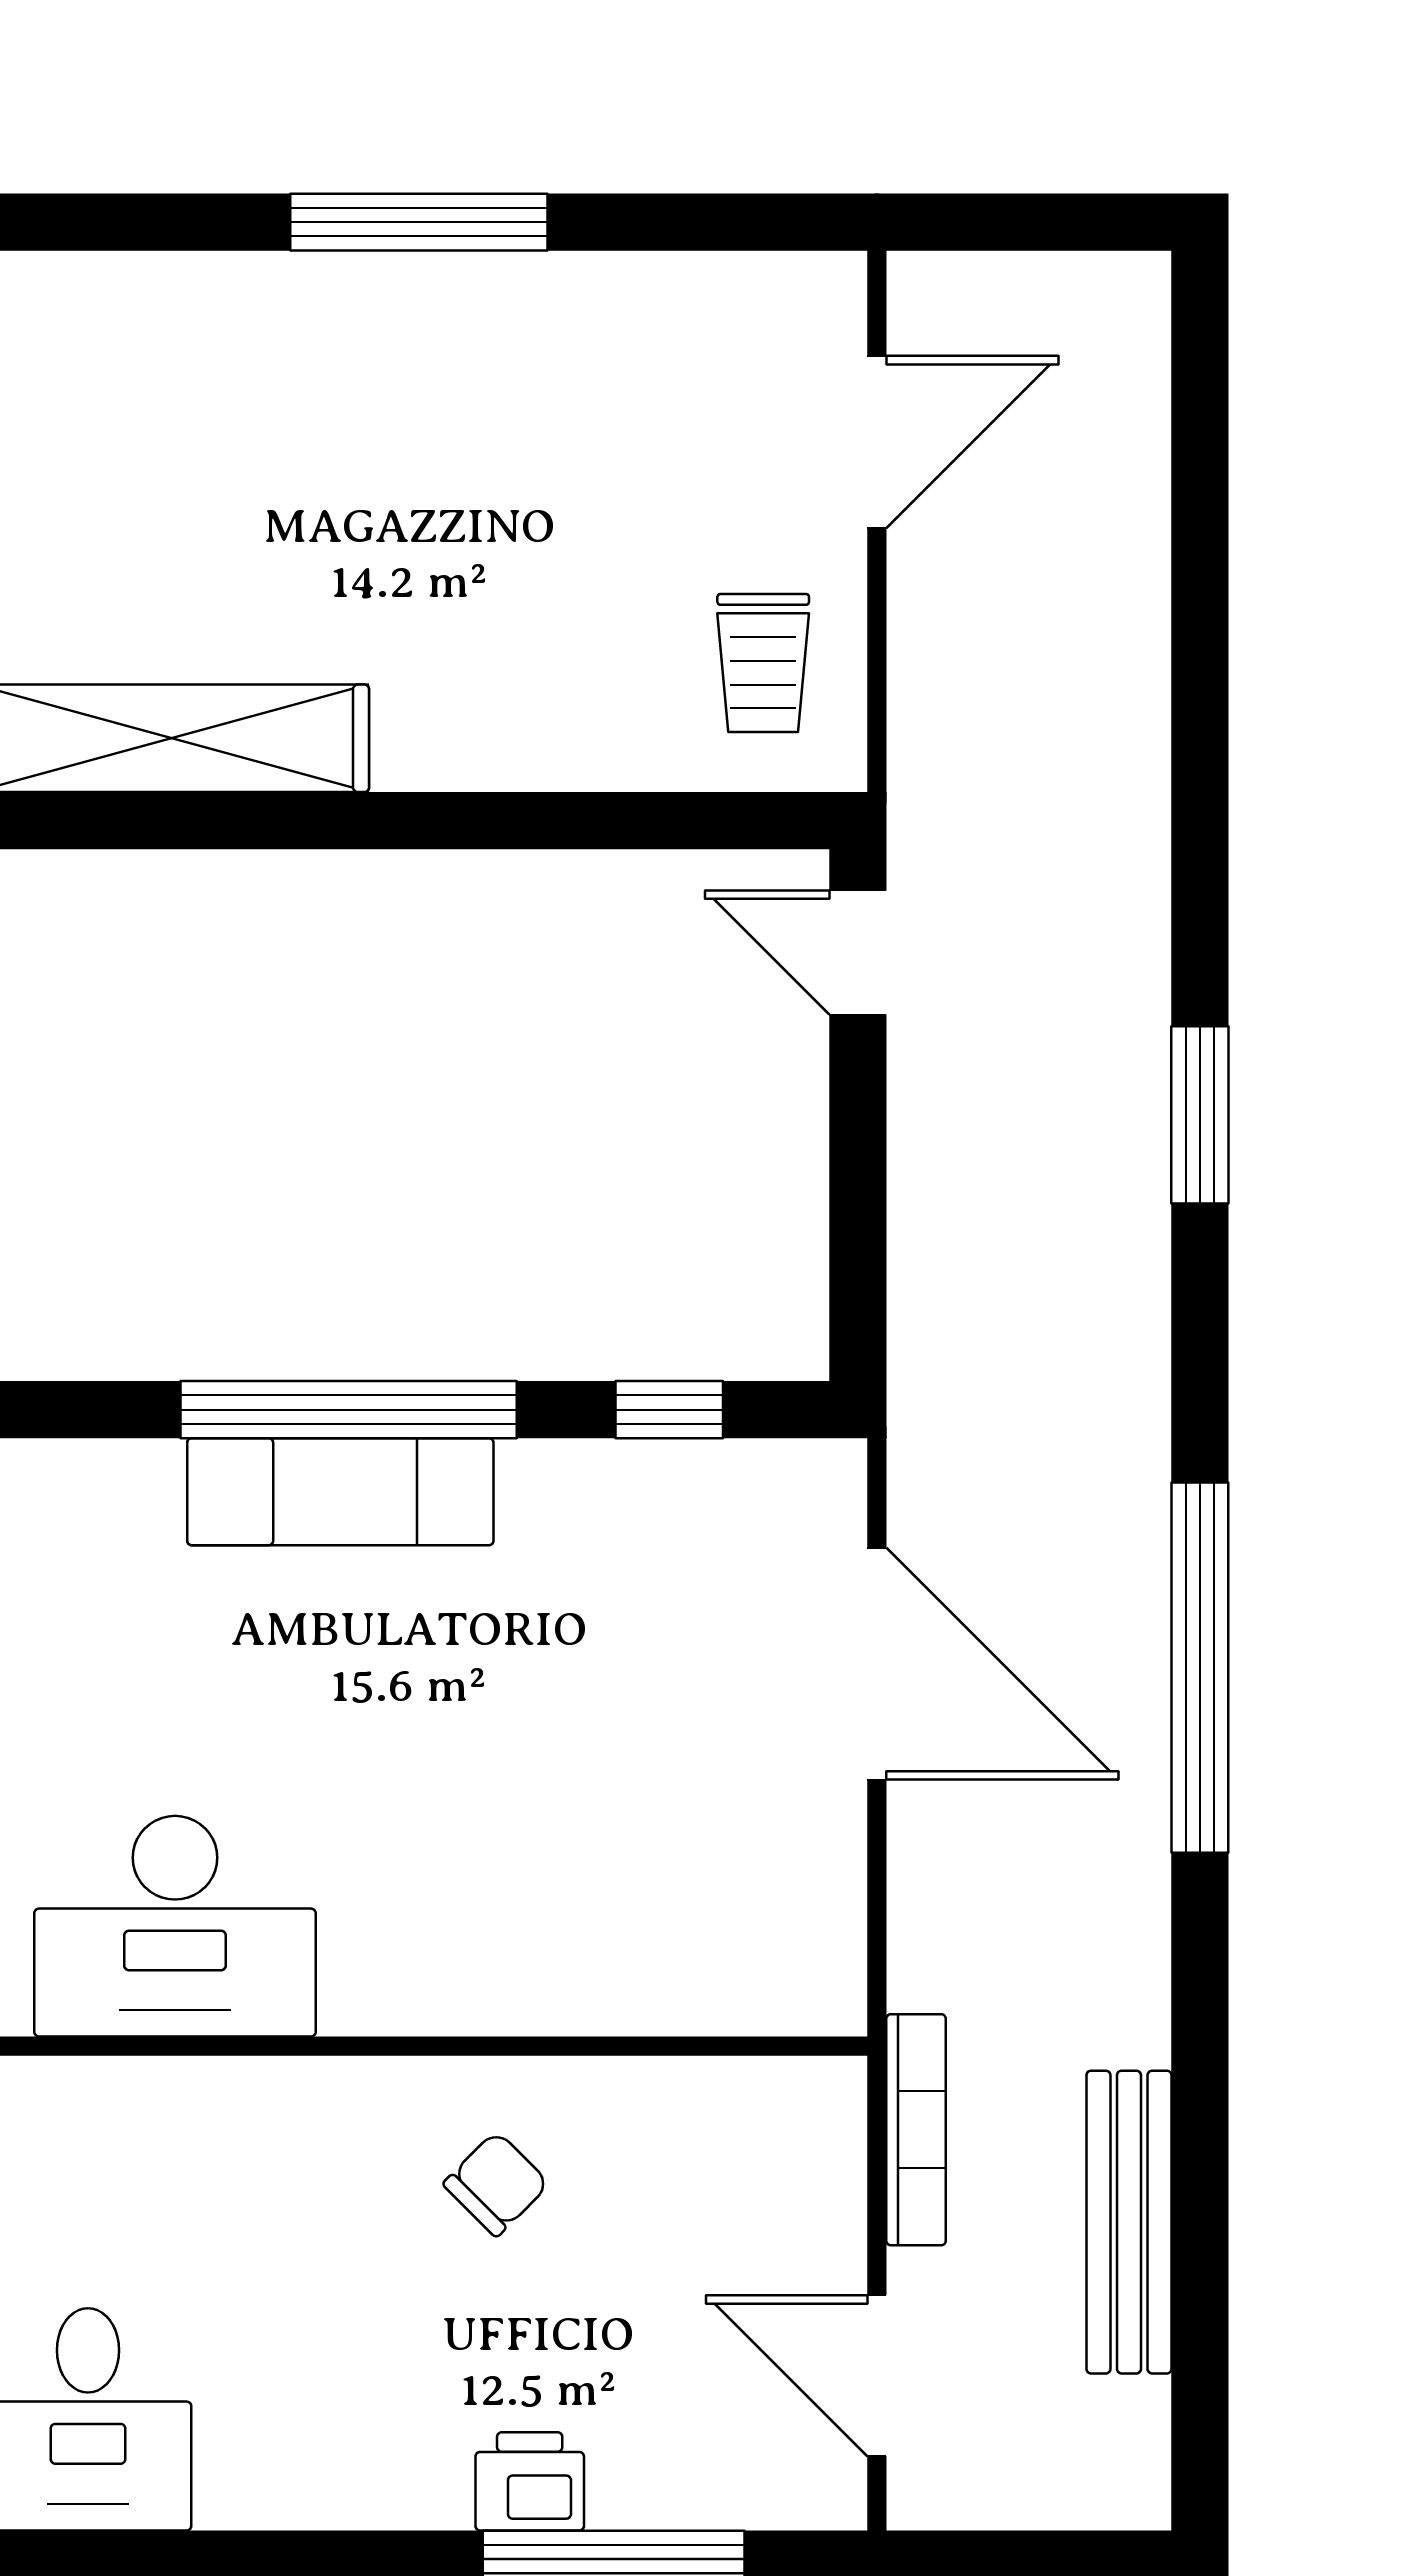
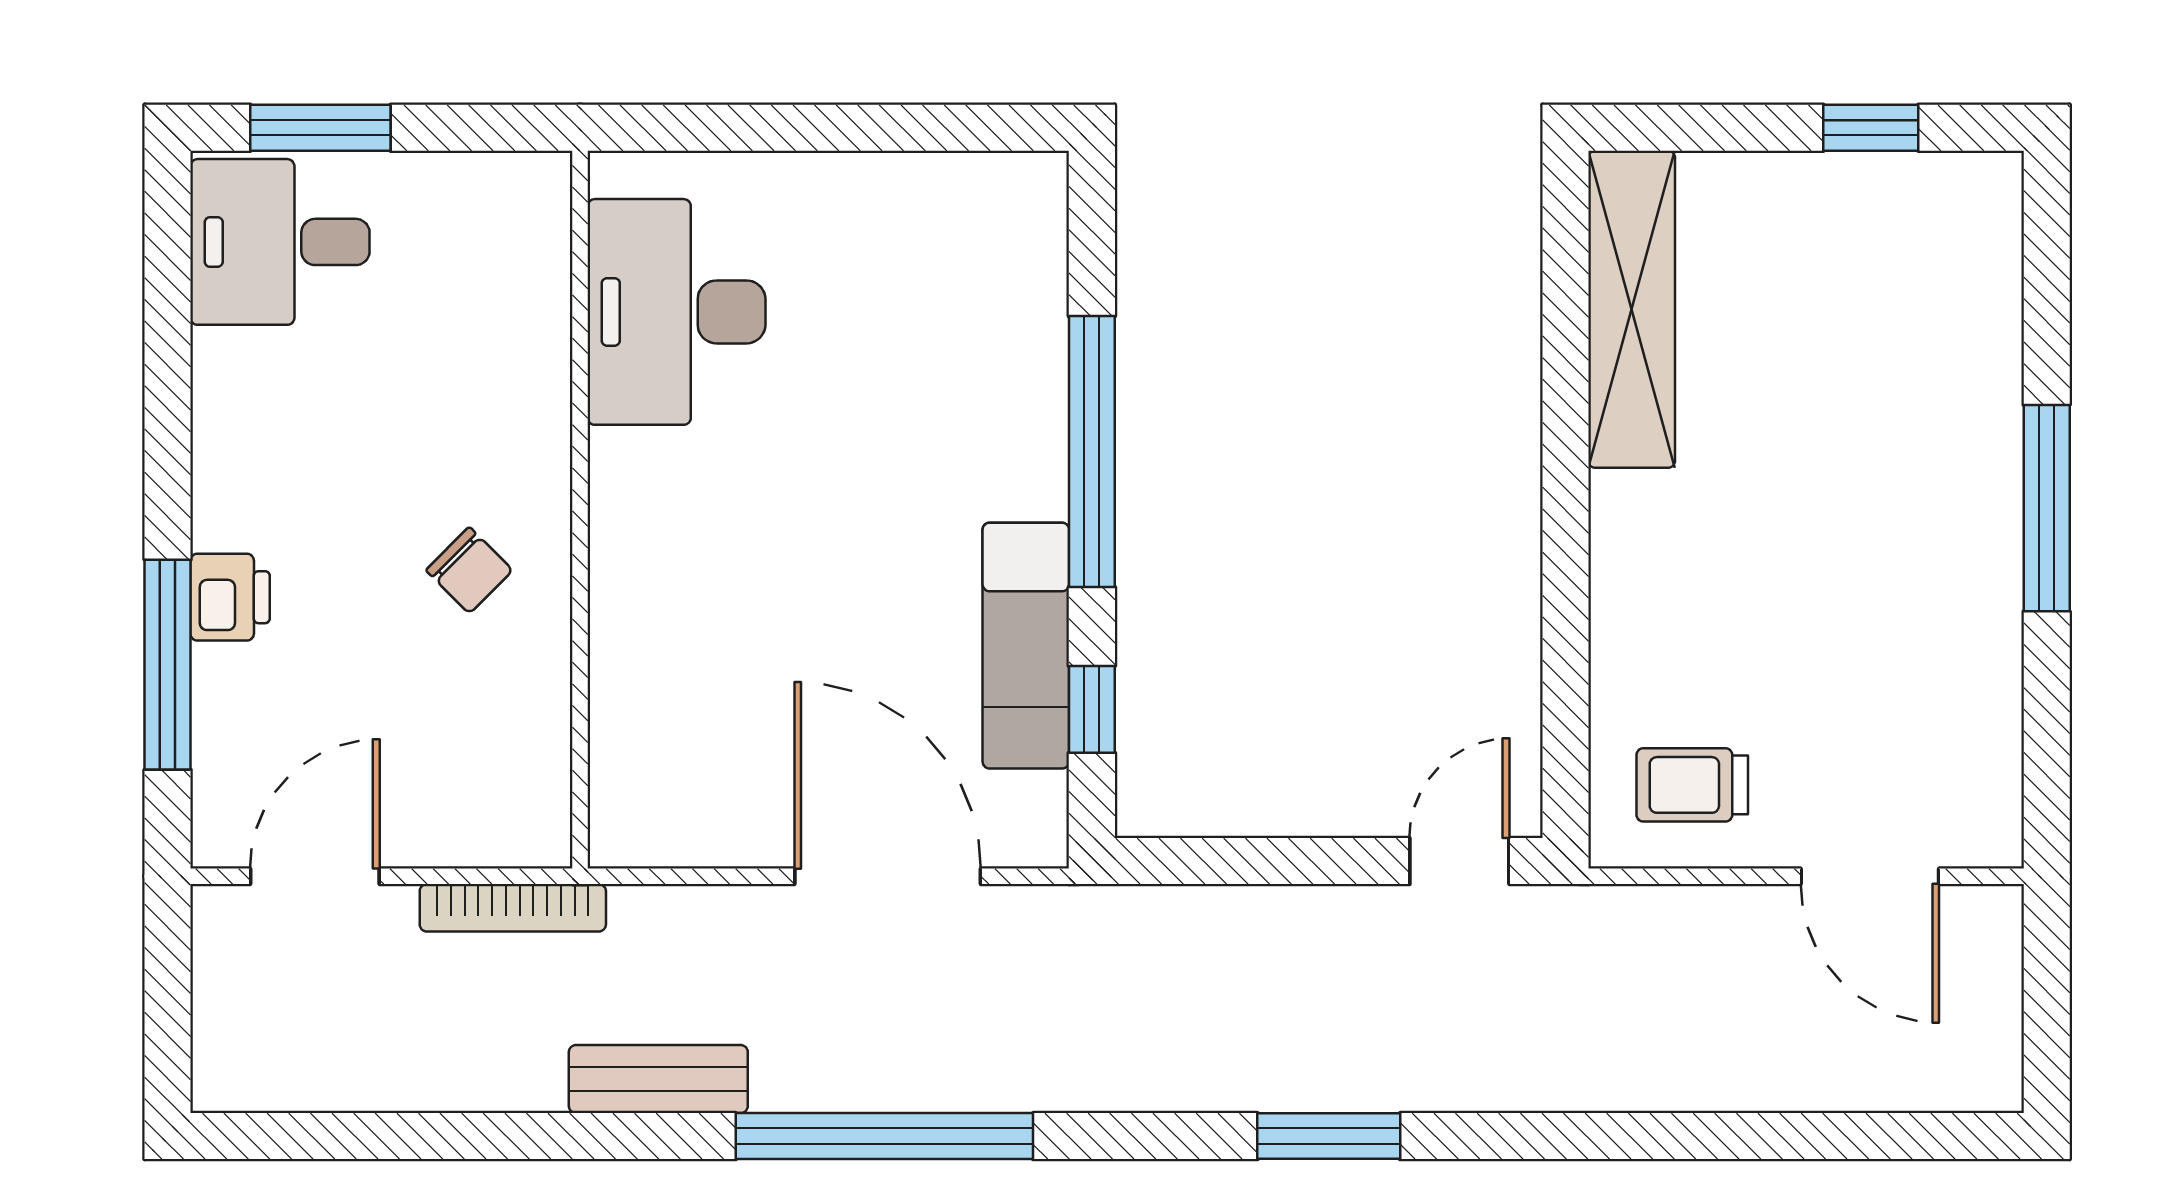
exam couch: (340, 1492) -> (1026, 646), moved
door: (877, 1664) -> (888, 876), swing flipped
bench: (1129, 2222) -> (658, 1079), moved, width x0.73

